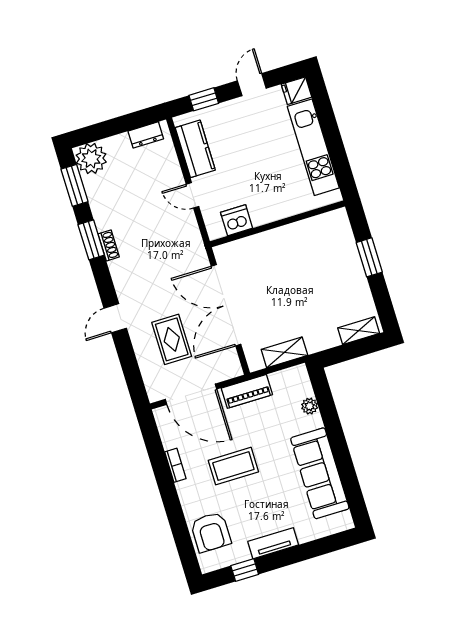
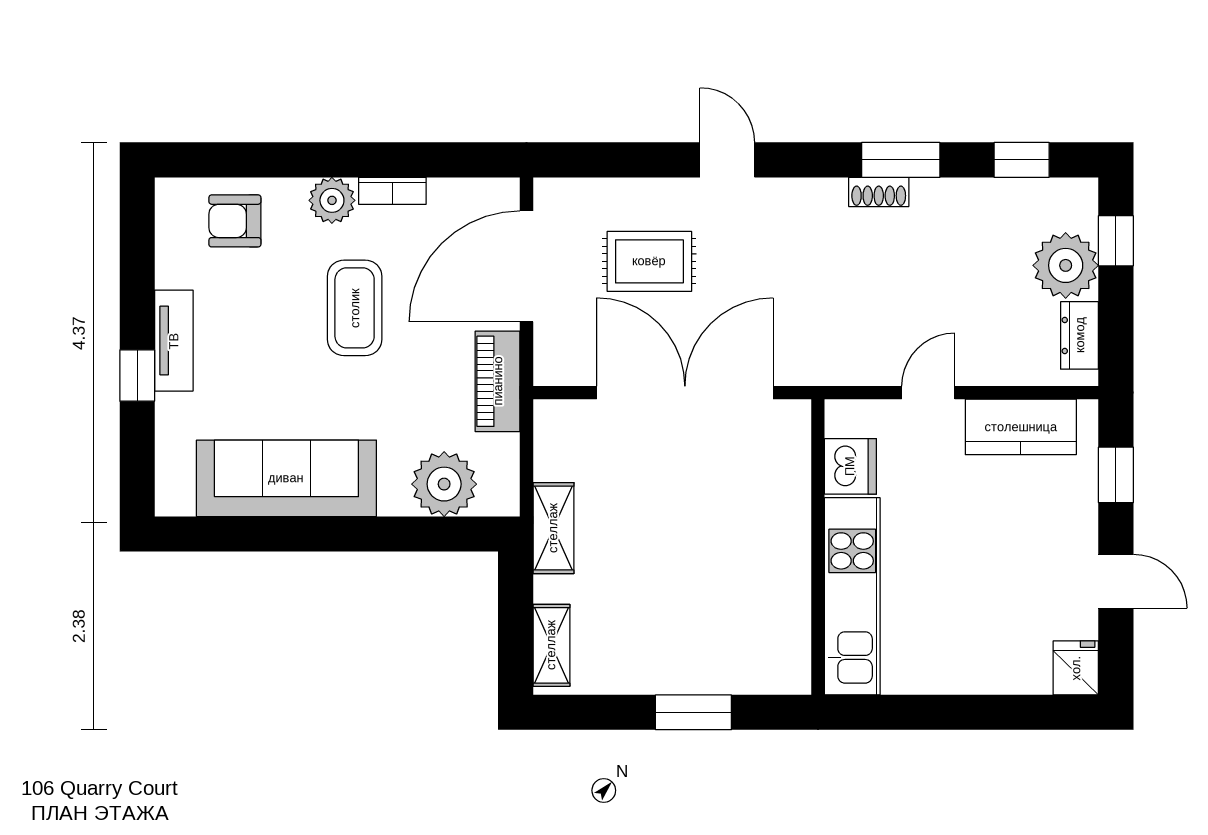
window: (98, 132) -> (1116, 241), added
kitchen unit: (313, 147) -> (852, 596), moved, turned 90
plant: (91, 159) -> (1066, 265), moved
window: (75, 185) -> (1022, 160), width x0.67
shelving: (284, 352) -> (553, 528), moved
plant: (310, 406) -> (444, 484), width x1.87, depth x1.87
plant: (188, 491) -> (332, 200), added
armchair: (211, 532) -> (235, 221), width x0.72, depth x0.72
window: (245, 570) -> (137, 376), moved

